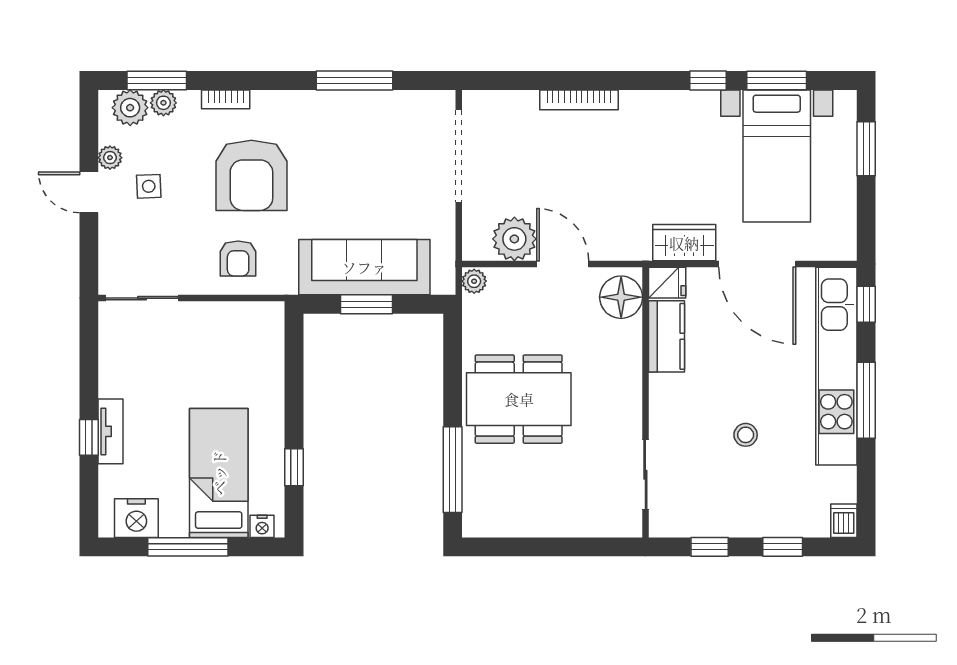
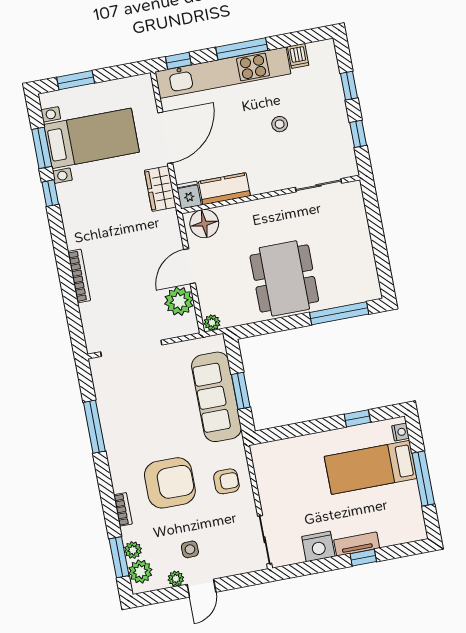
nightstand: (136, 518) -> (318, 546), moved, turned 90
dishwasher: (844, 521) -> (298, 56), moved, turned -90

